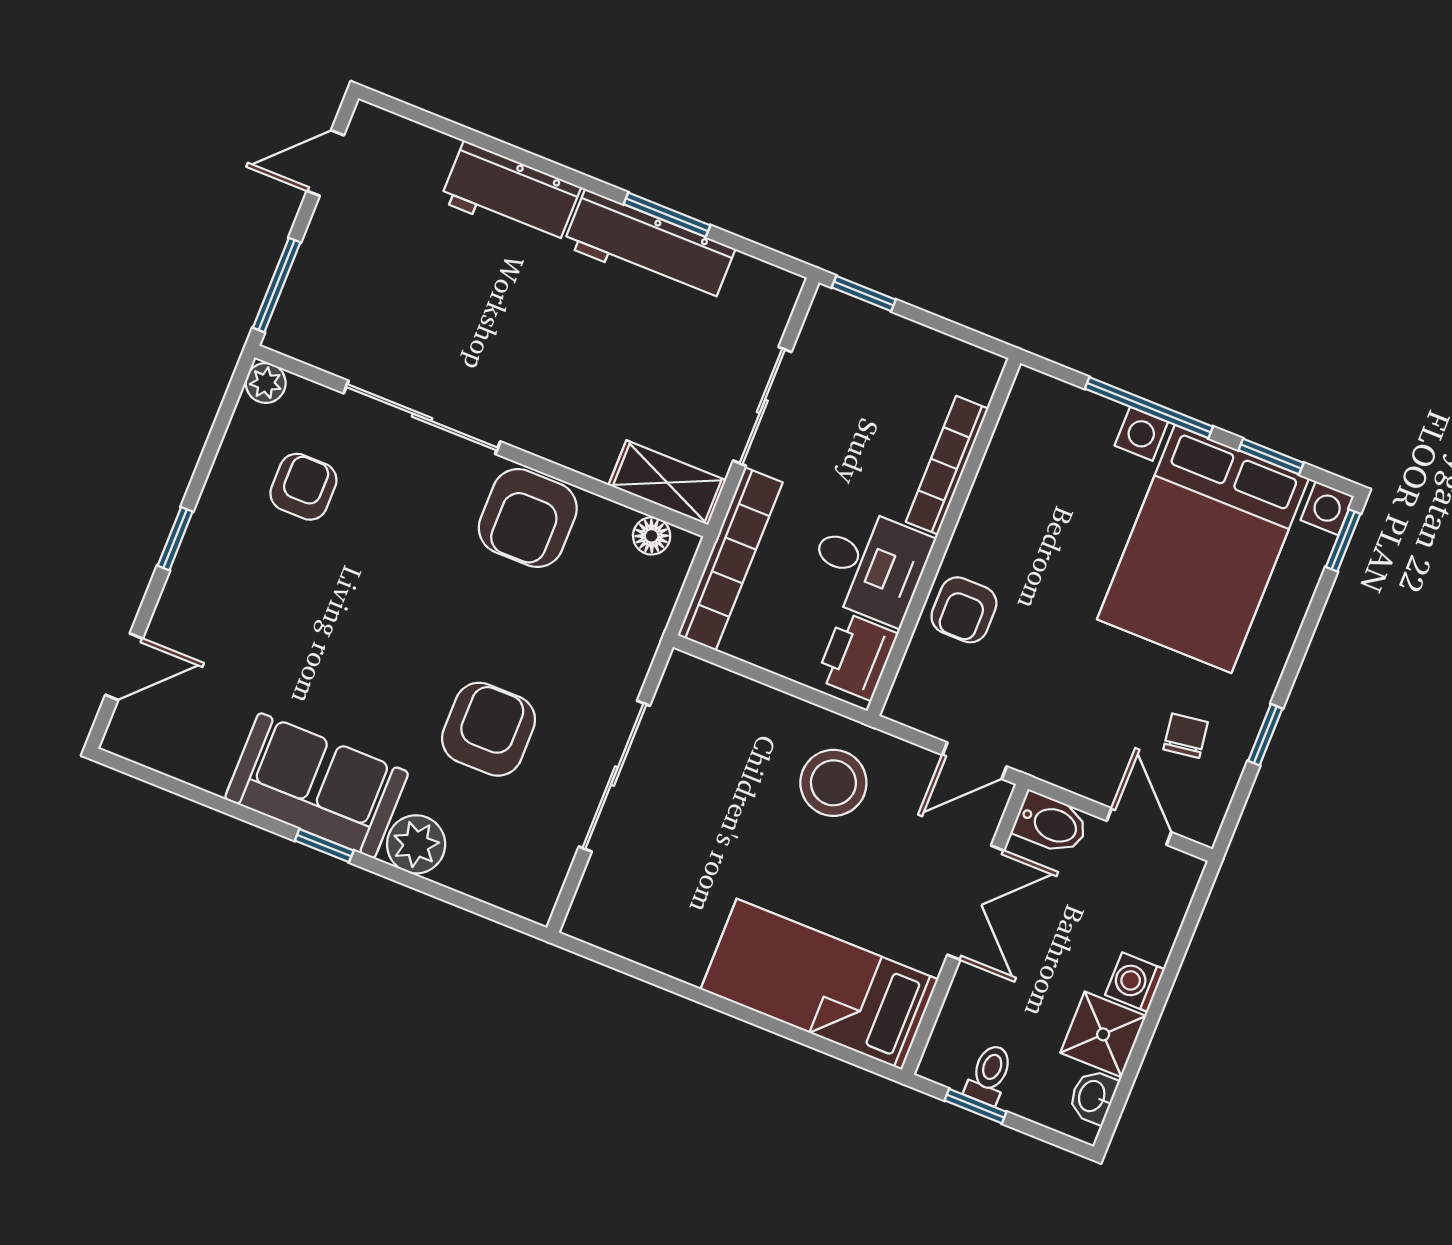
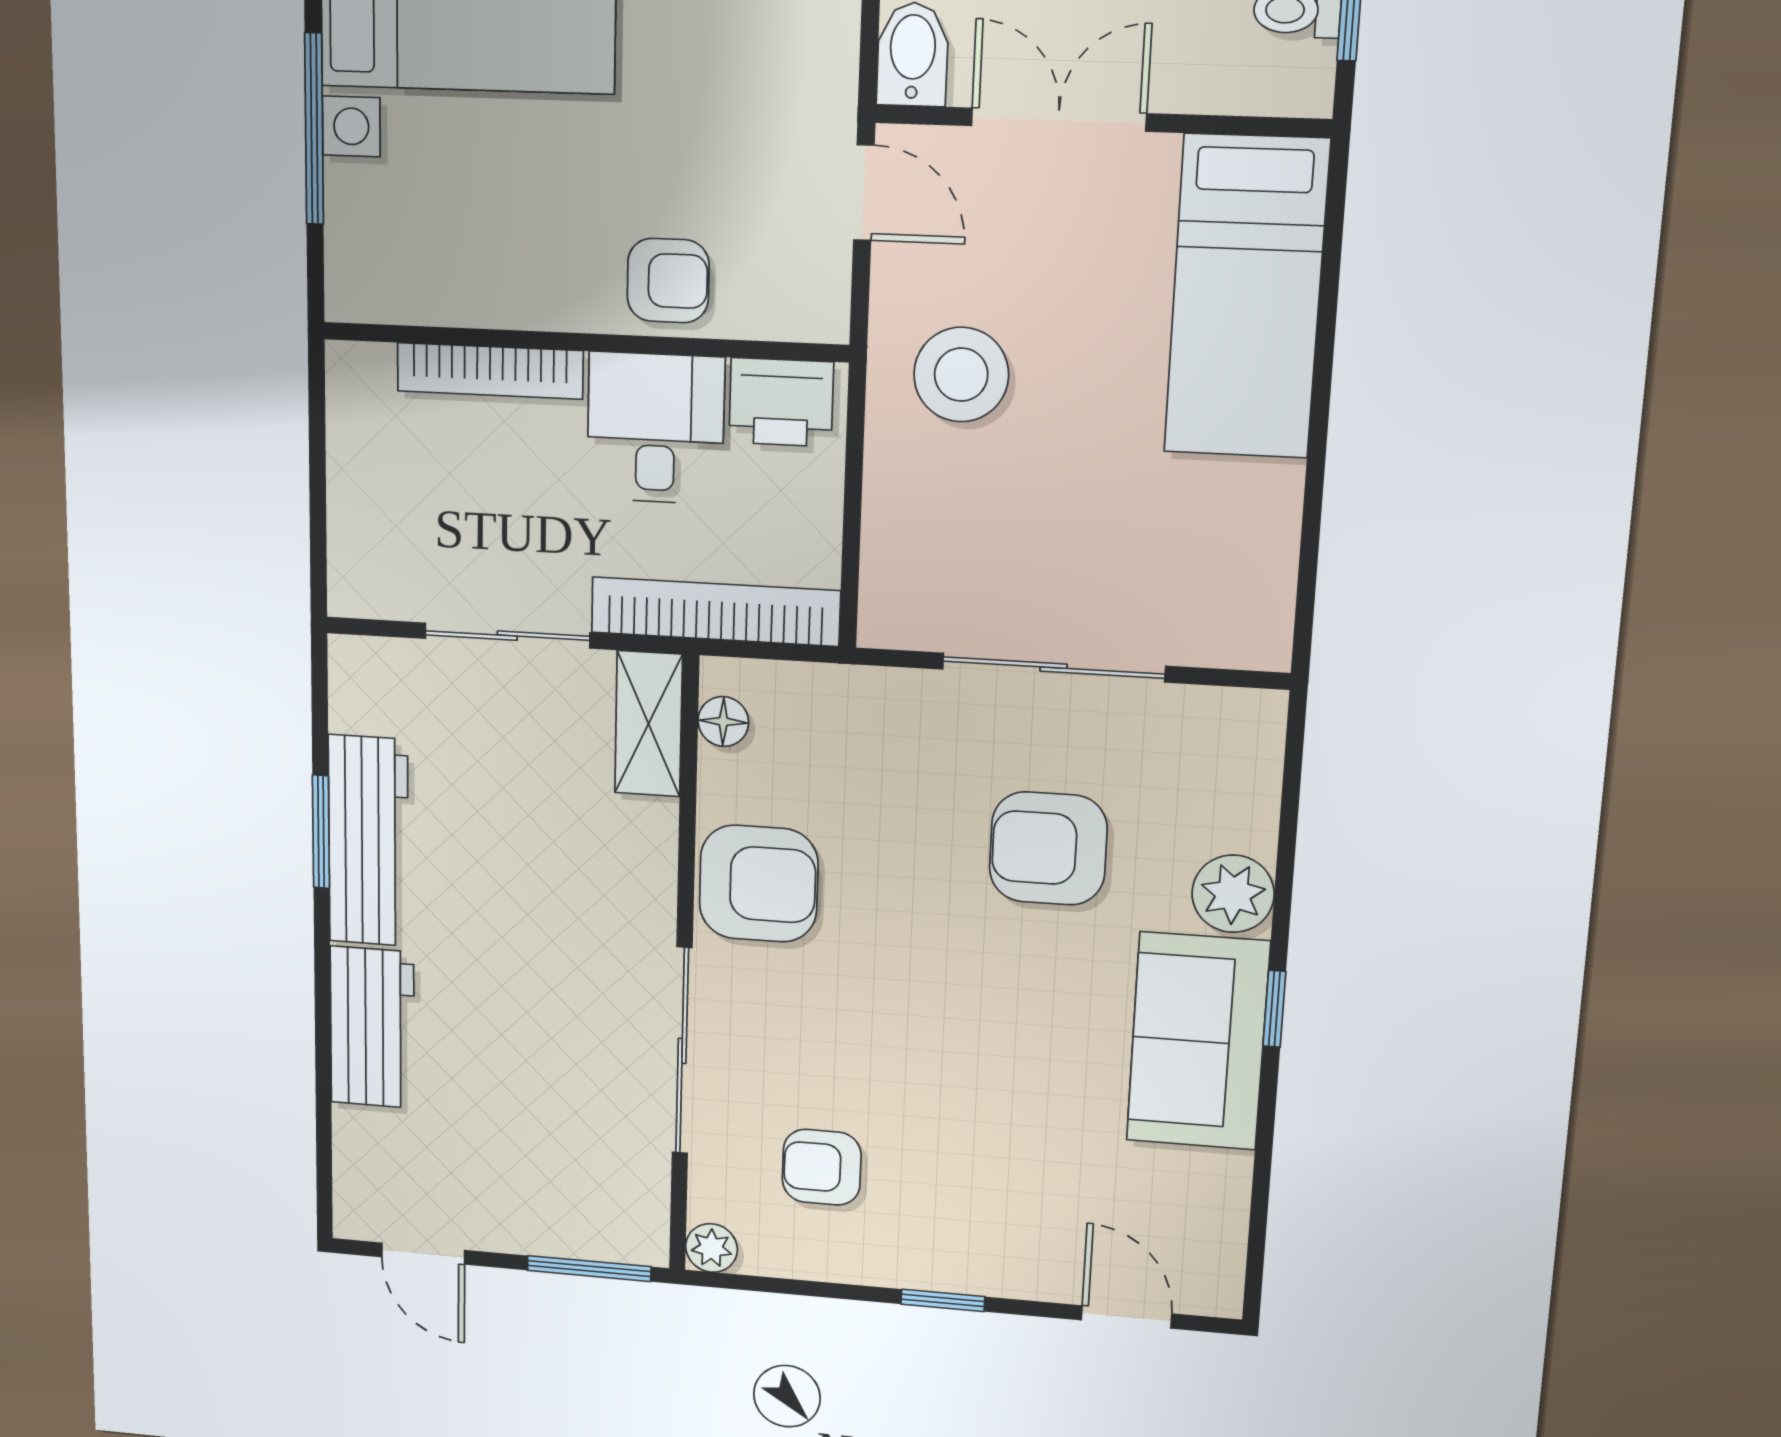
window: (864, 294) -> (318, 555), removed

